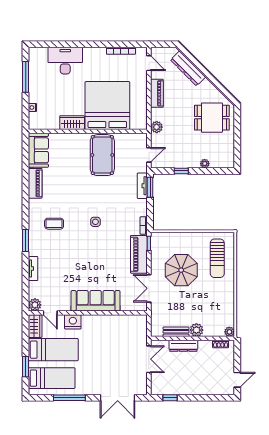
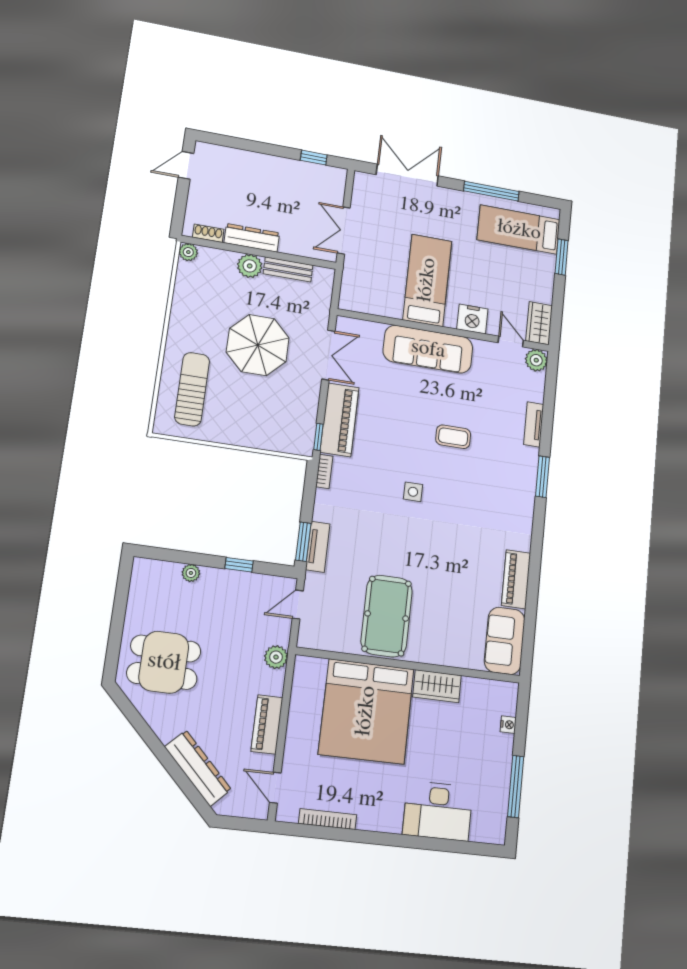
coffee table: (54, 224) -> (453, 437), moved
parasol: (181, 270) -> (258, 345), moved
dresser: (183, 346) -> (252, 238), moved
bed: (53, 350) -> (427, 280), moved, turned 90

